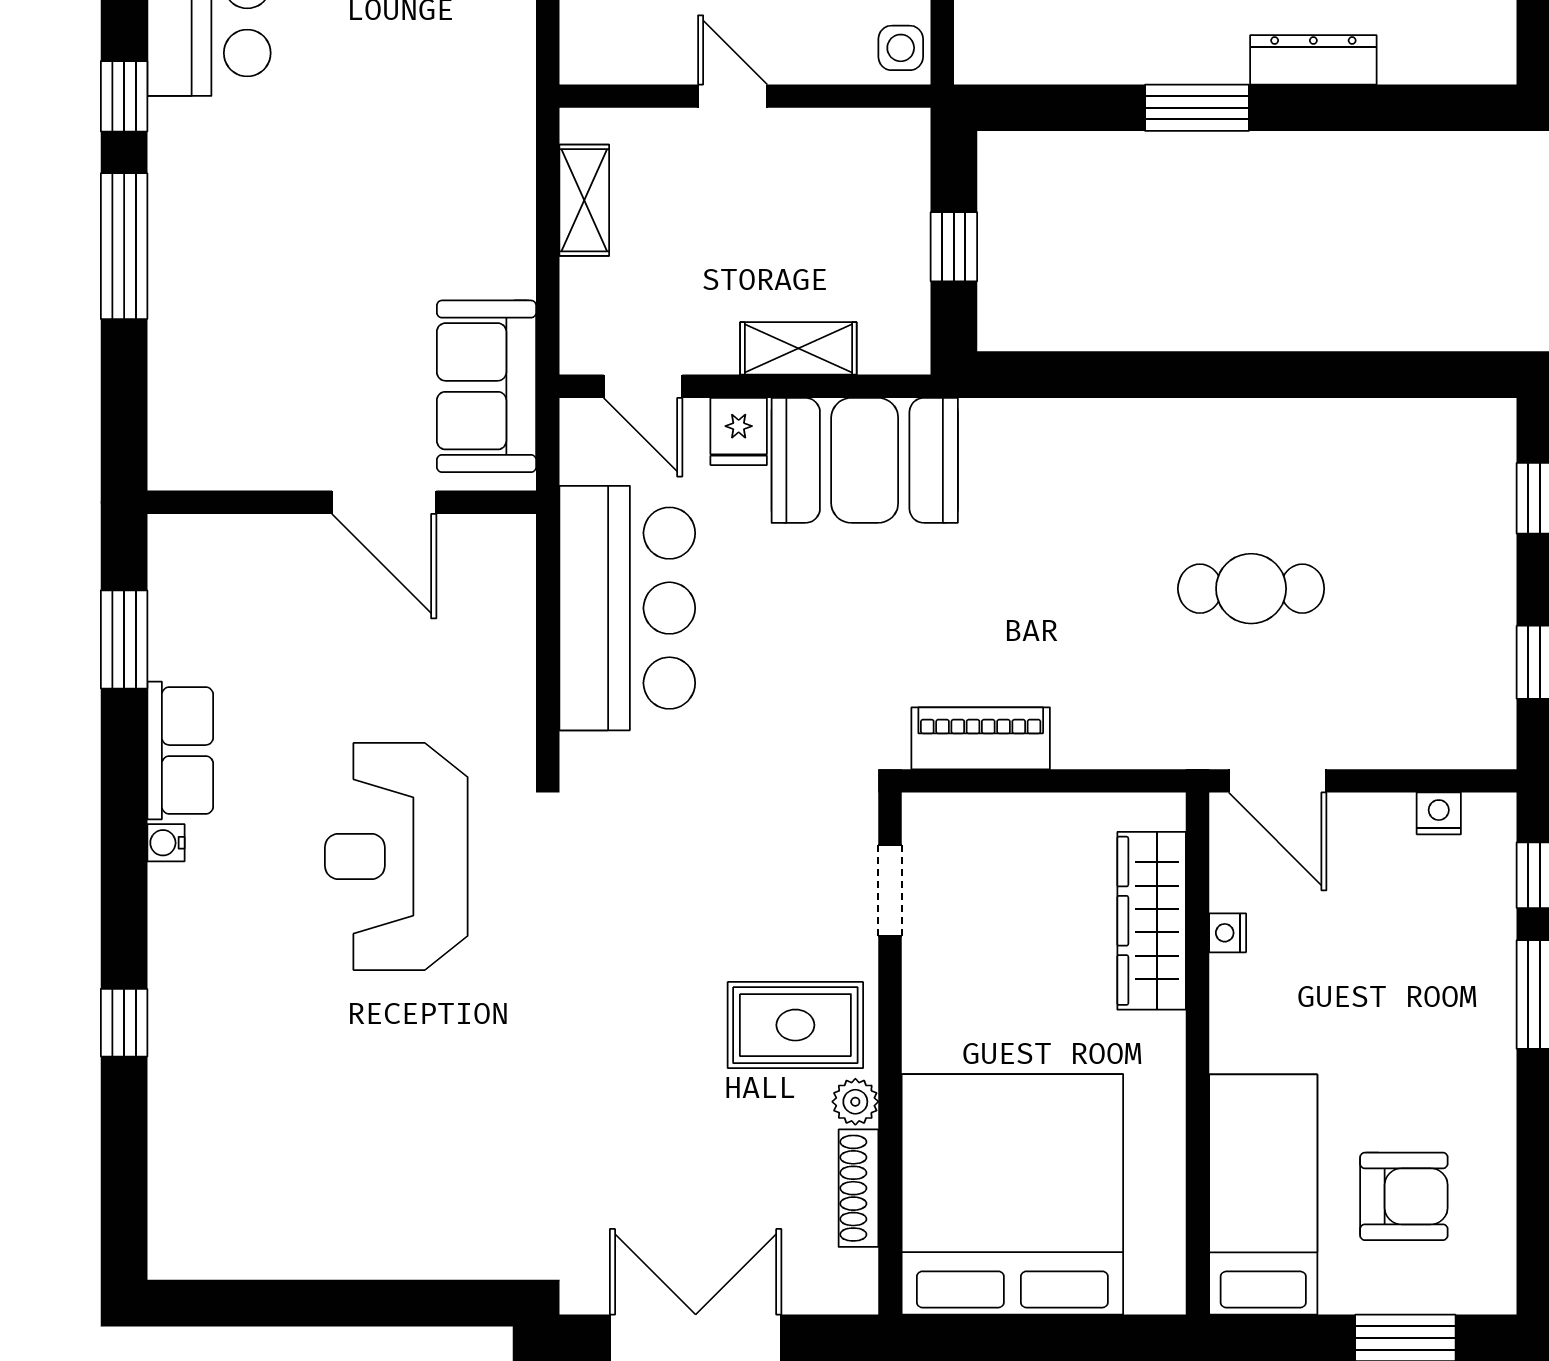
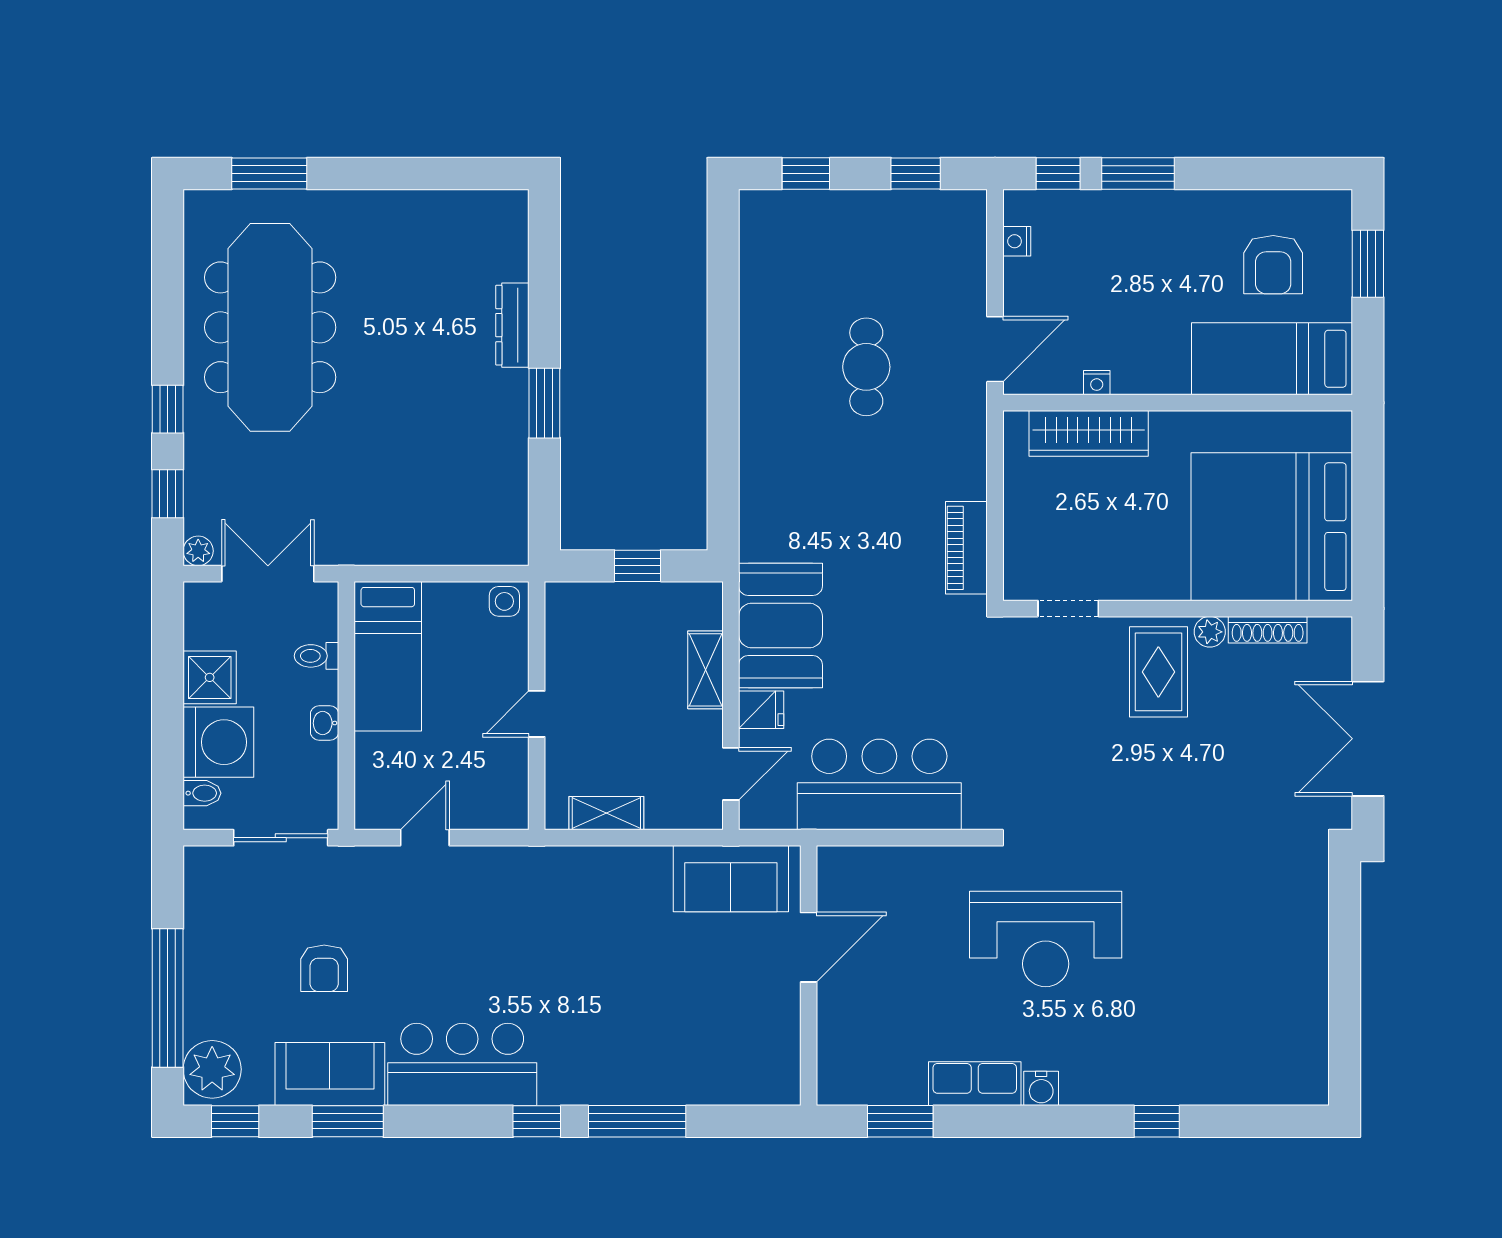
water cooler: (166, 843) -> (1041, 1088), width x1.38, depth x1.38
armchair: (1404, 1196) -> (1273, 265), turned 180

